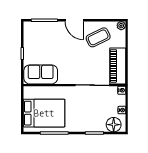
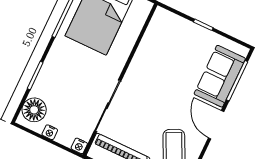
door: (74, 20) -> (216, 125), hinge flipped
sofa: (41, 74) -> (220, 76), moved, turned 180

